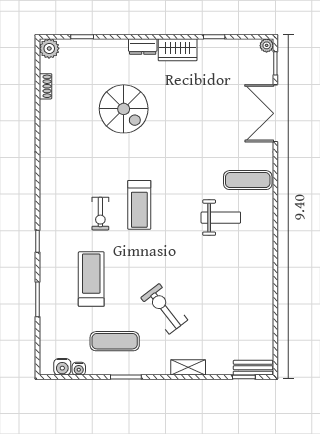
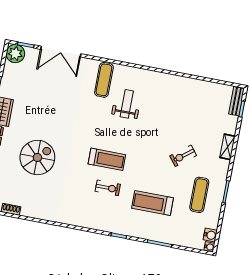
plant: (267, 45) -> (15, 54), width x1.88, depth x1.88
exercise bike: (164, 309) -> (183, 156), width x0.73, depth x0.72
water cooler: (79, 369) -> (209, 247), moved

